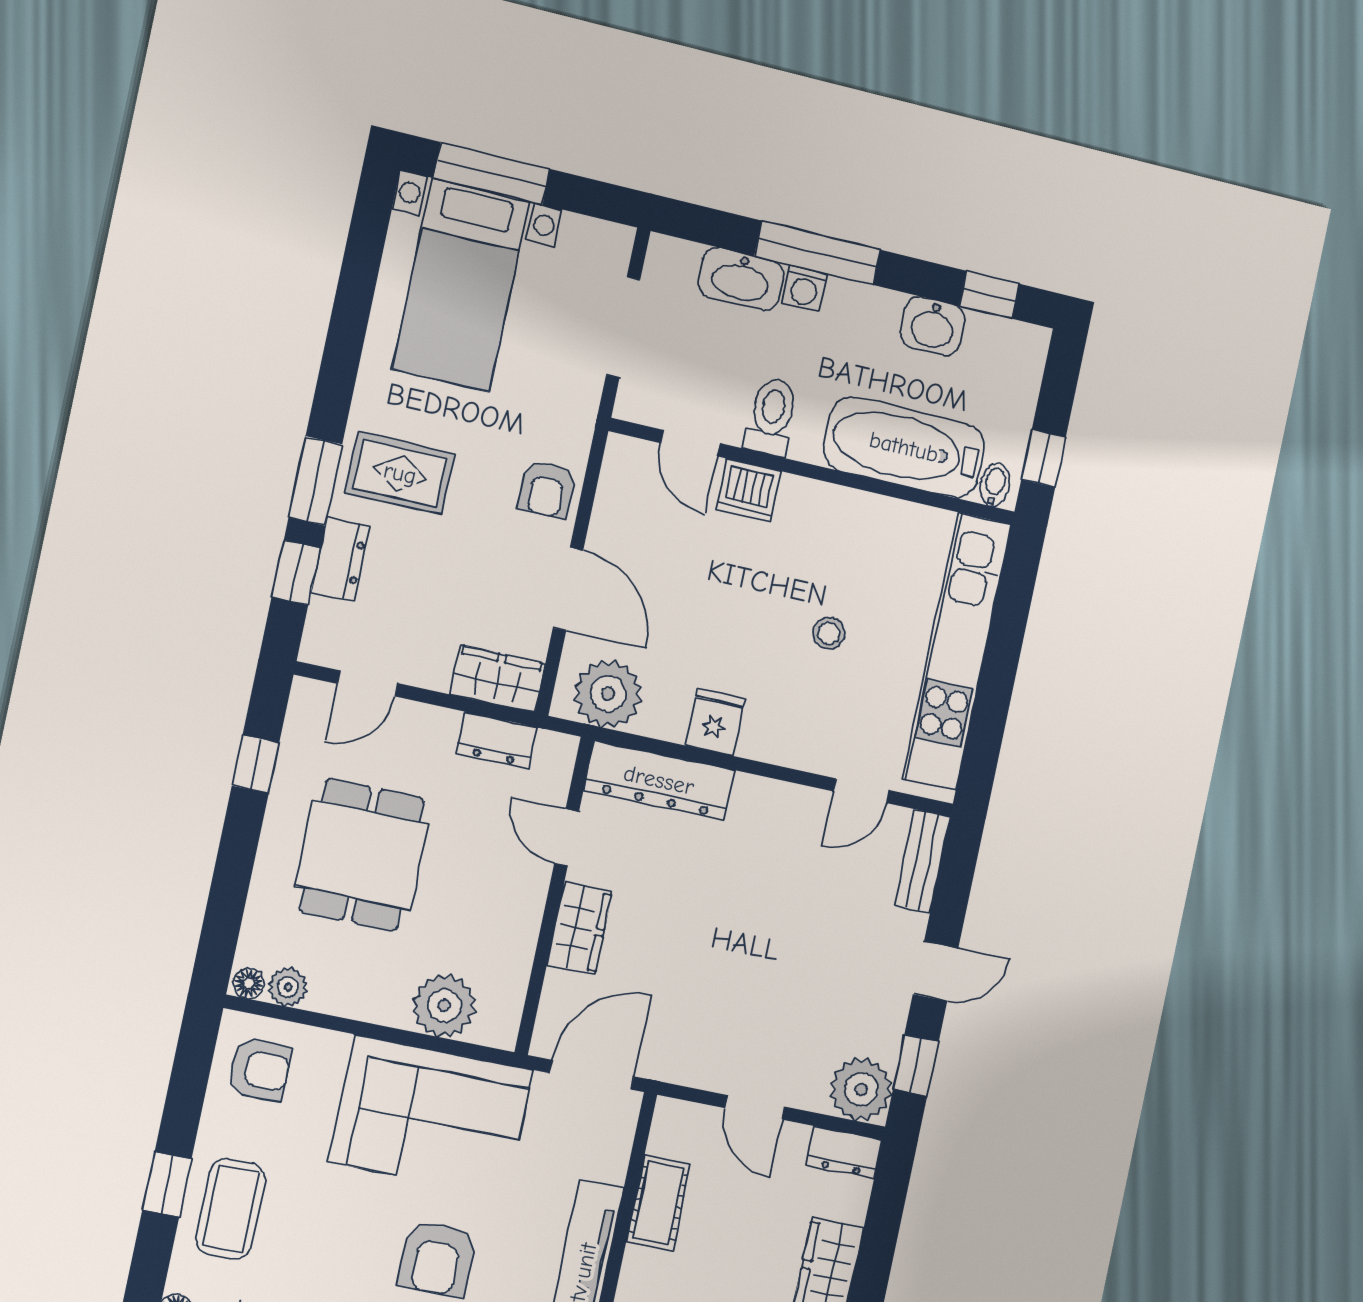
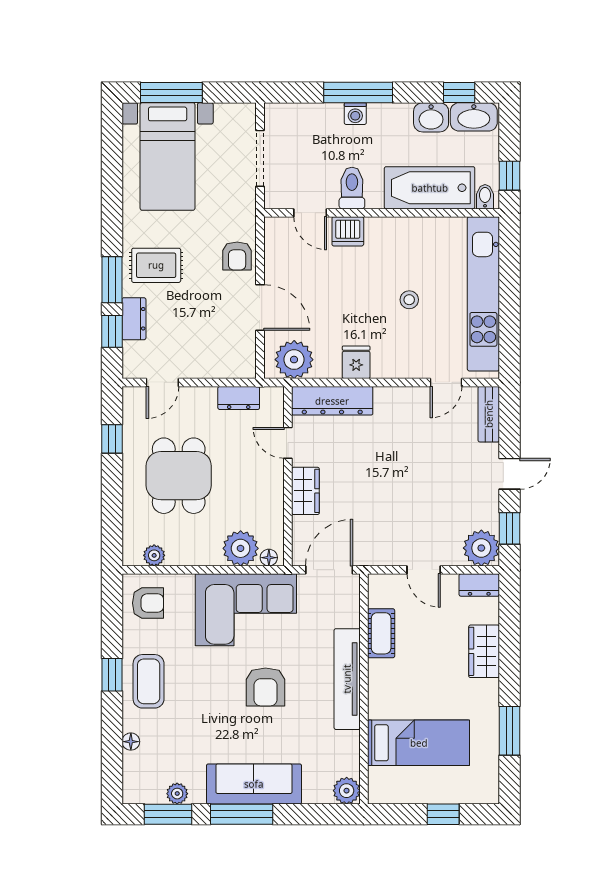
washbasin: (741, 279) -> (474, 117), moved
wardrobe: (498, 679) -> (232, 365), removed
floor lamp: (249, 983) -> (269, 558), moved

